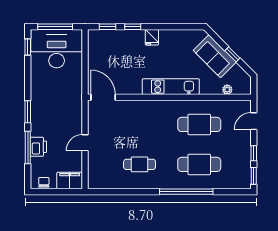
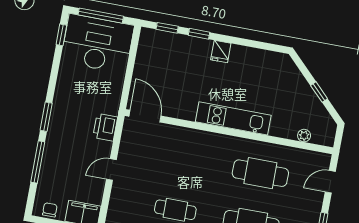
sofa: (215, 56) -> (296, 90), removed
printer: (38, 147) -> (105, 127), moved, turned 180

